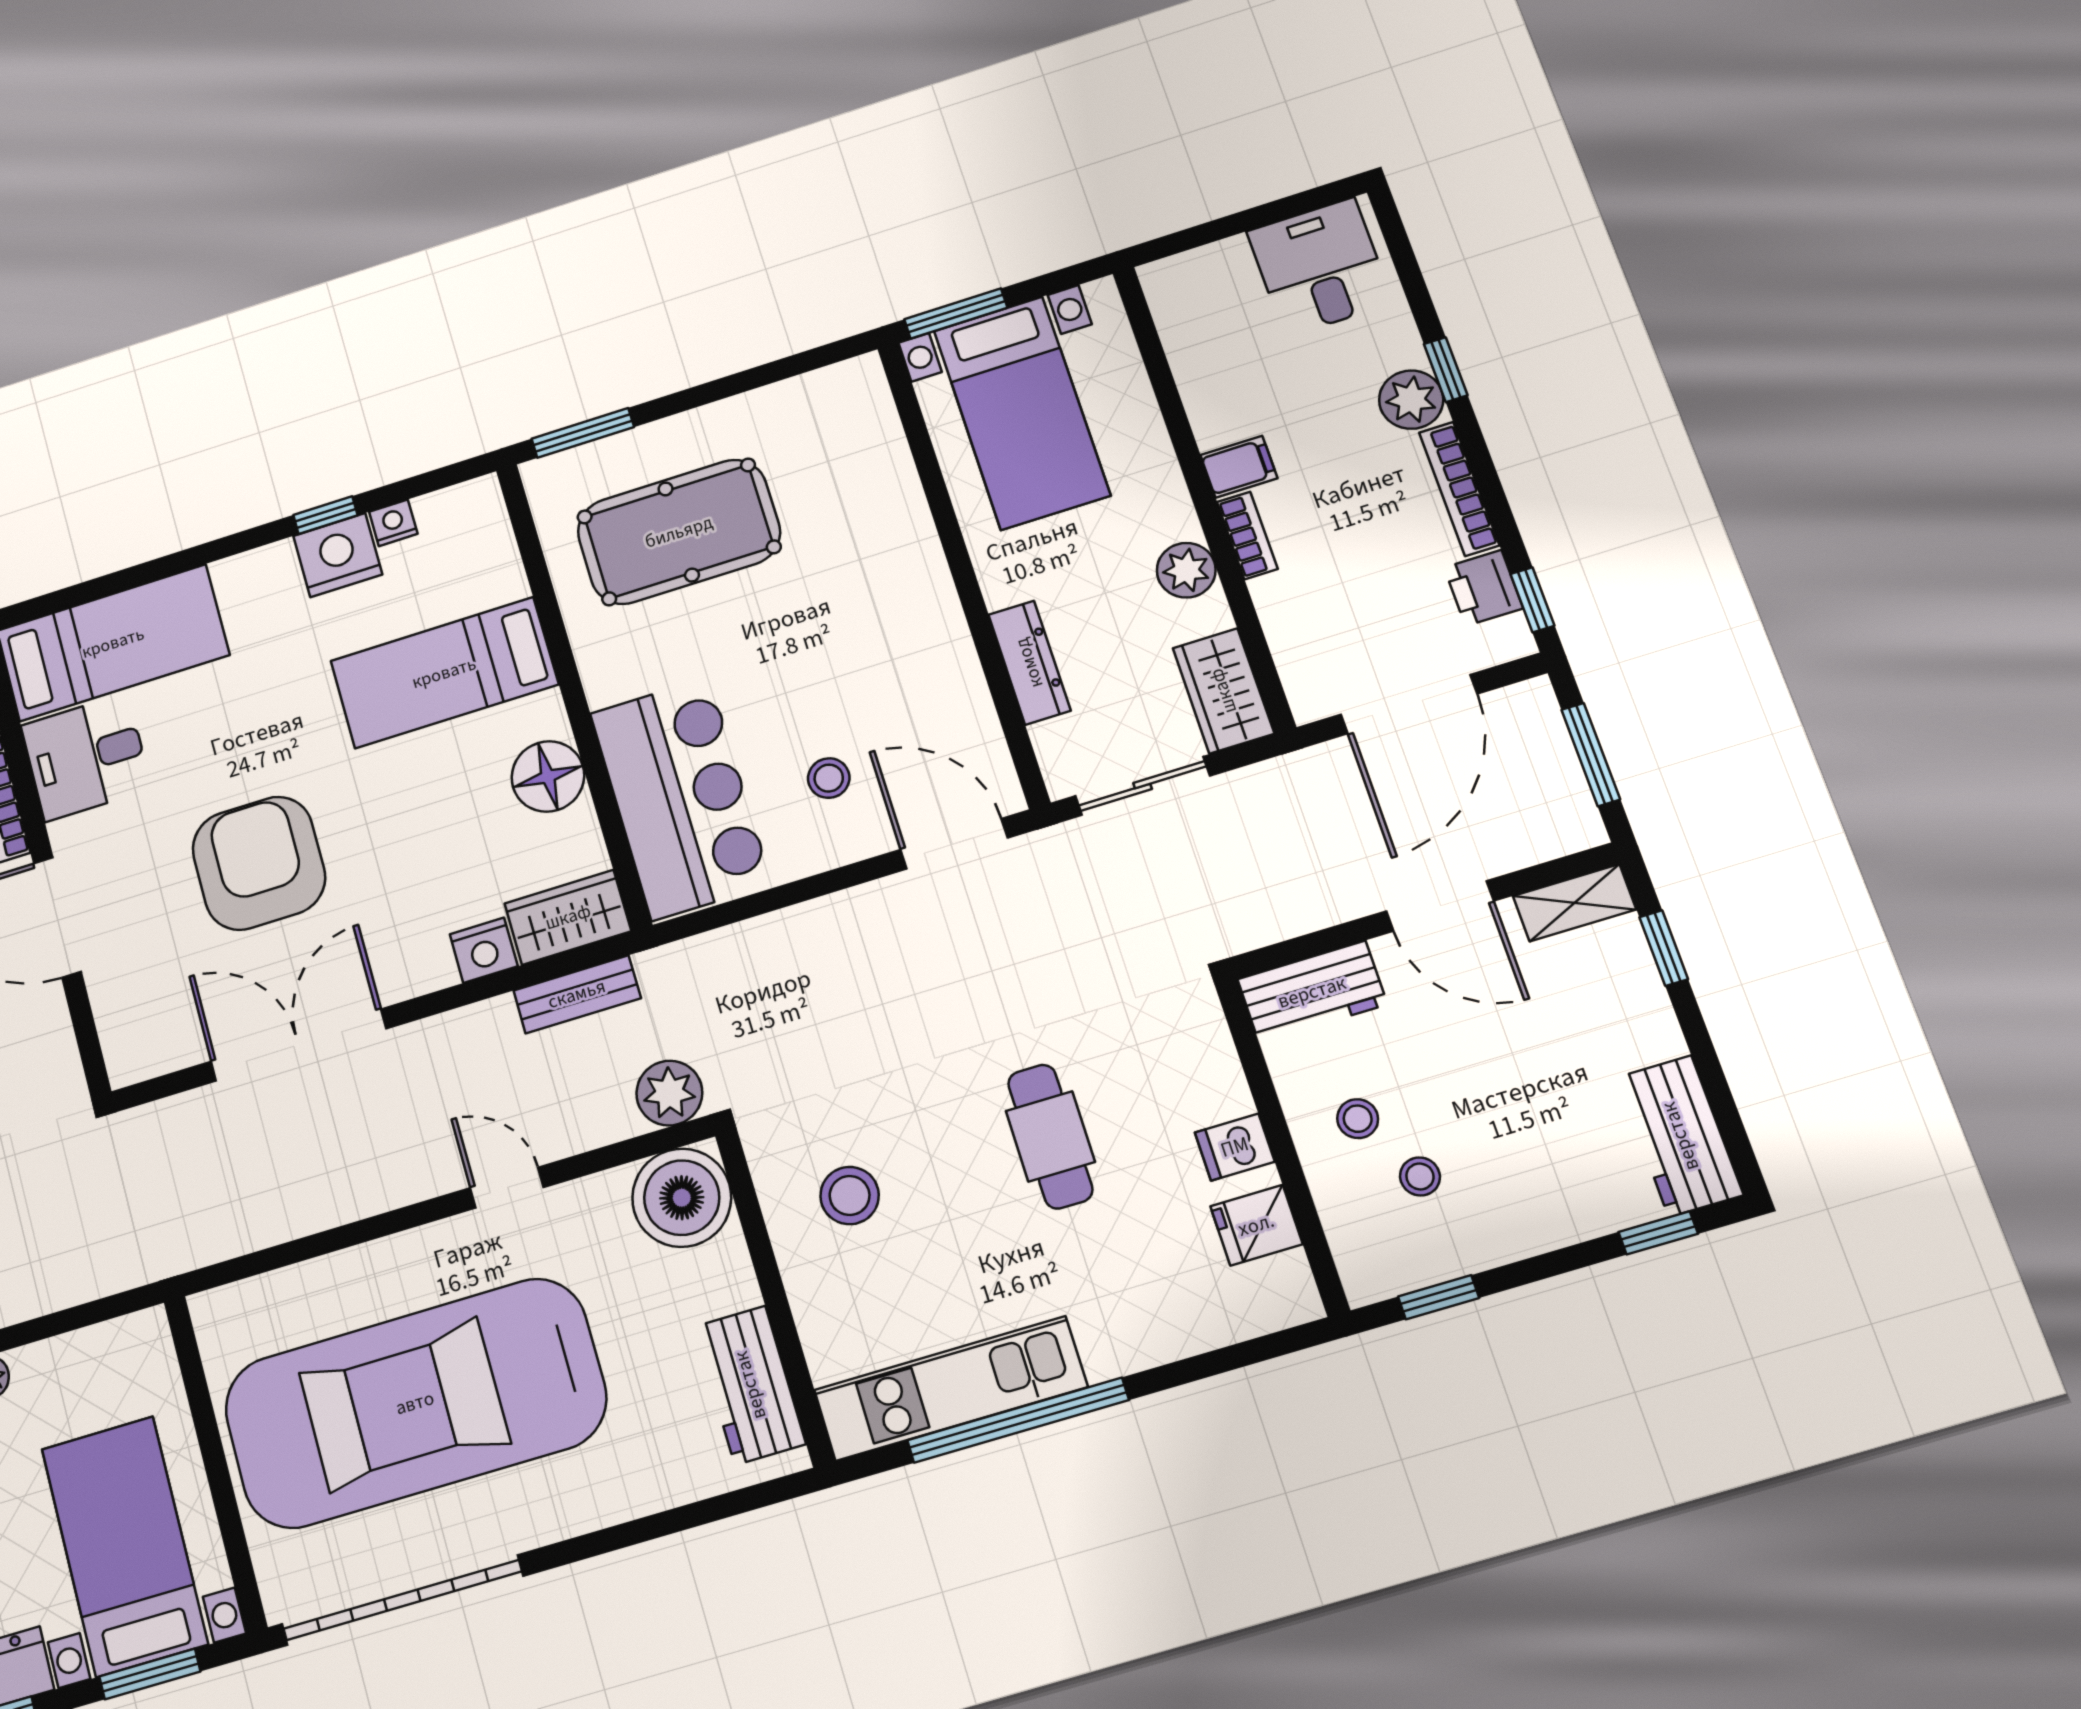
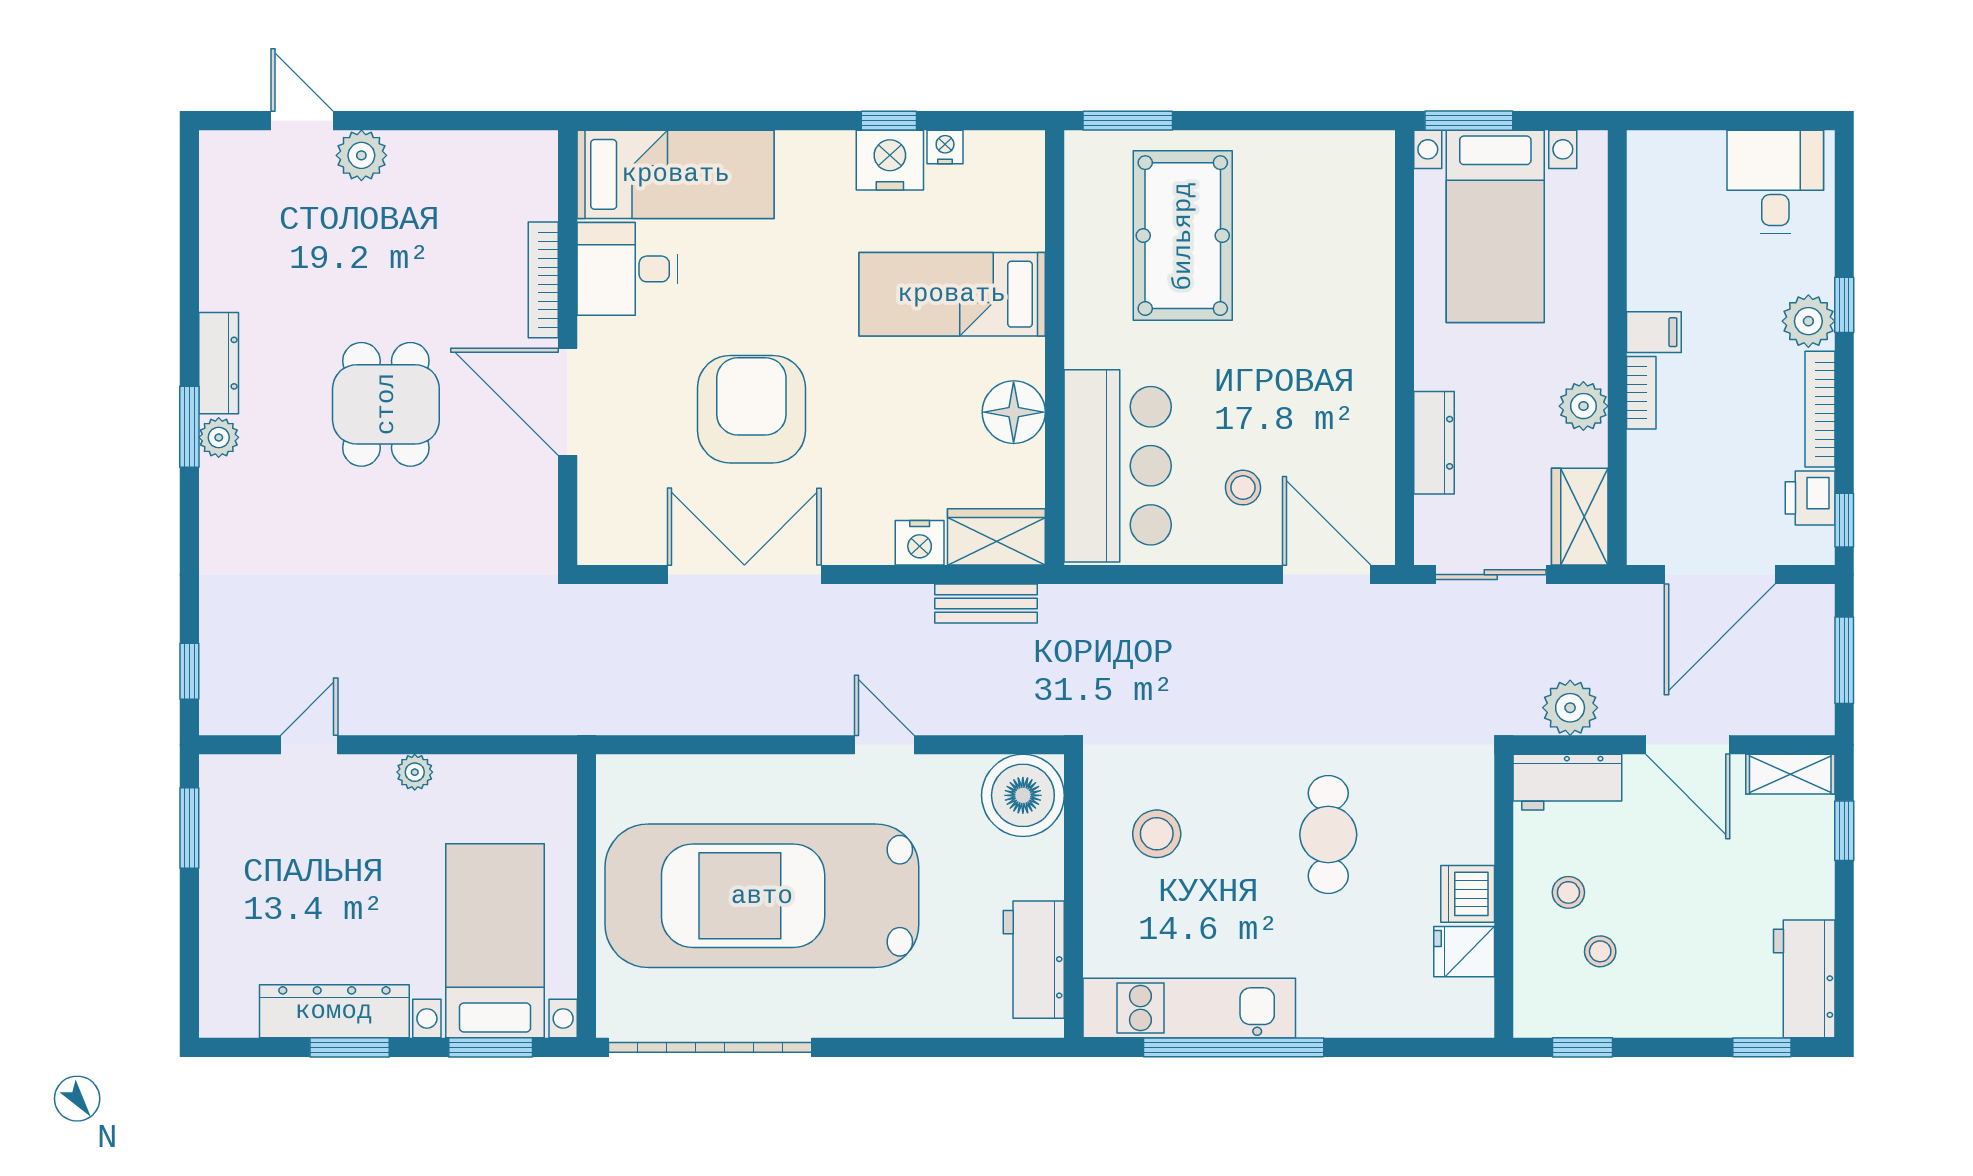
pool table: (679, 532) -> (1183, 236), turned 90
plant: (669, 1093) -> (1570, 708), moved
dishwasher: (1235, 1147) -> (1468, 894), width x1.38

